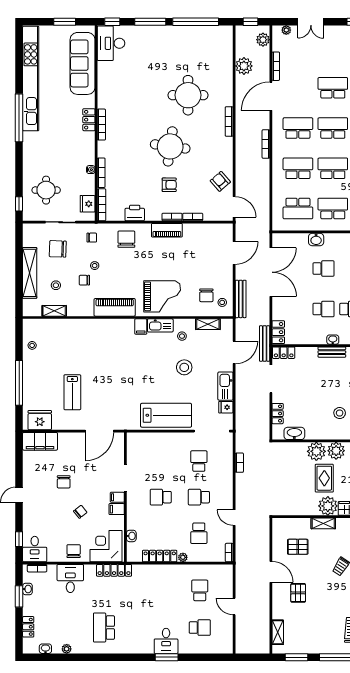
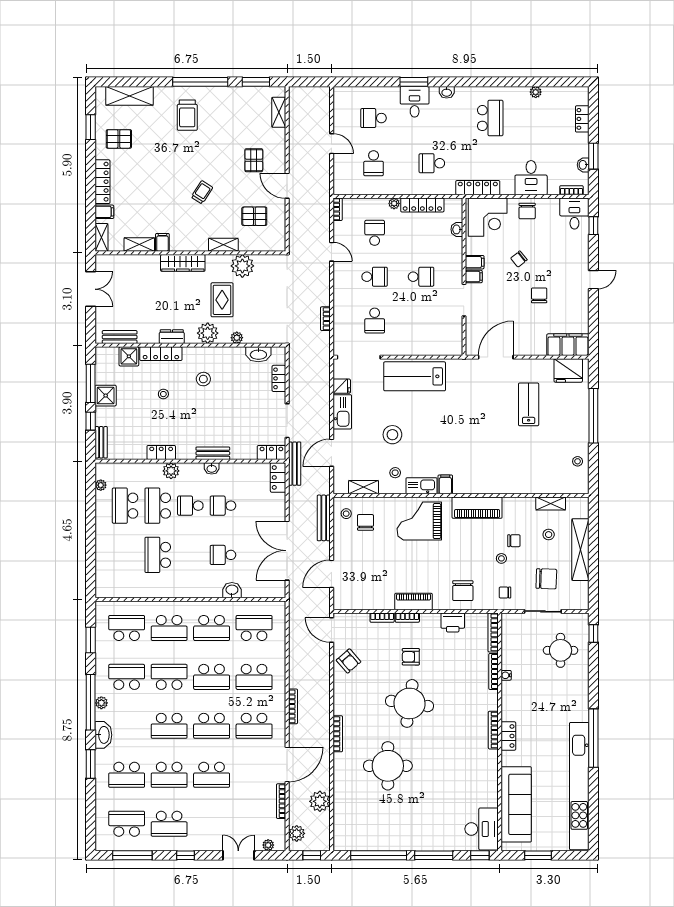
fridge: (88, 204) -> (510, 634), removed
plant: (316, 451) -> (237, 338), width x0.53, depth x0.53
plant: (328, 506) -> (242, 266), moved
school desk: (152, 590) -> (432, 163), added
washbasin: (45, 649) -> (447, 92), moved

